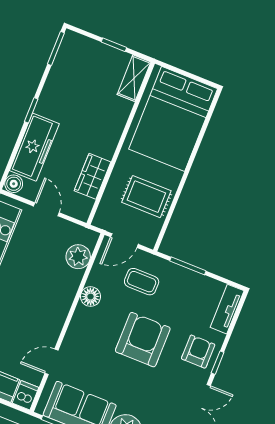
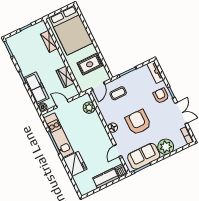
shelving: (134, 78) -> (49, 41), moved
floor lamp: (90, 297) -> (113, 128), moved
armchair: (143, 340) -> (138, 122), moved

